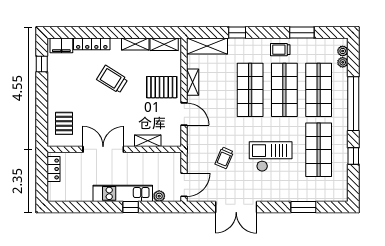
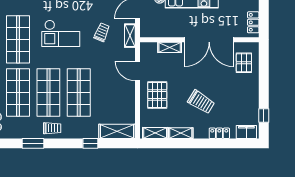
locker: (92, 44) -> (219, 133), width x0.66
shelving: (193, 82) -> (130, 36), moved
pallet: (162, 87) -> (157, 95), turned 90
double door: (103, 149) -> (209, 40), width x1.36

